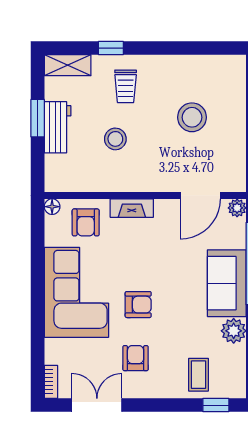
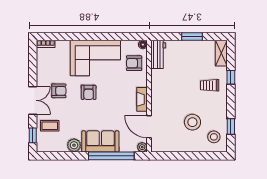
window: (200, 48) -> (231, 126), added
workbench: (58, 127) -> (158, 55), moved, turned -90
stool: (115, 139) -> (214, 137), moved
fireplace: (132, 208) -> (142, 99), moved
double door: (97, 405) -> (33, 100), moved

